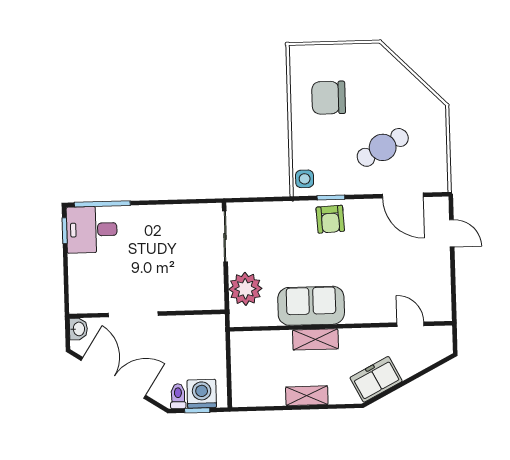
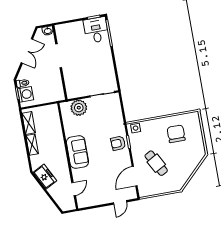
sofa: (311, 306) -> (77, 152), moved
shelving: (315, 339) -> (29, 123), moved
double door: (113, 378) -> (27, 51), width x0.73

